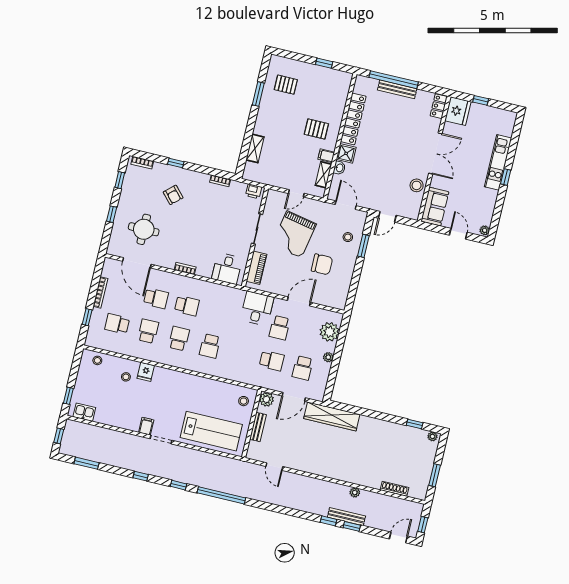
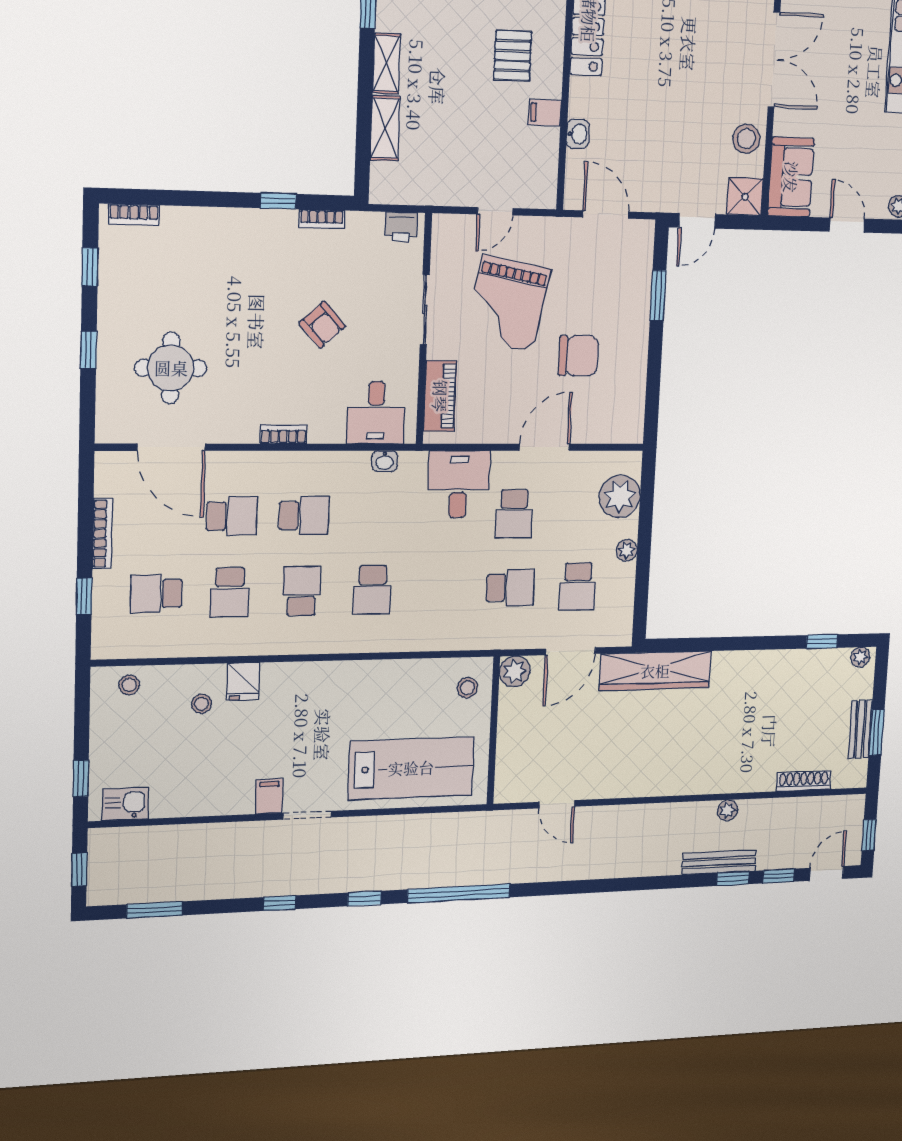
pallet: (316, 129) -> (513, 56), turned 90
shower: (346, 153) -> (745, 196), moved
window: (176, 163) -> (278, 201), moved
shelving: (323, 175) -> (386, 63), moved
armchair: (173, 195) -> (322, 325), moved
stool: (348, 237) -> (622, 284), removed
washbasin: (227, 290) -> (385, 461), added
school desk: (148, 331) -> (230, 592), turned 180
bench: (258, 427) -> (860, 729), moved
window: (329, 521) -> (779, 876), moved

